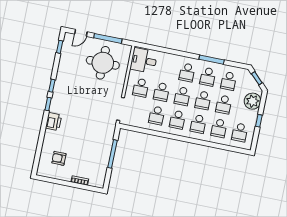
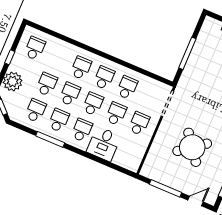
desk: (144, 61) -> (104, 144), moved, turned 90
round table: (103, 63) -> (192, 147), moved, turned -37
school desk: (219, 128) -> (58, 58), removed

